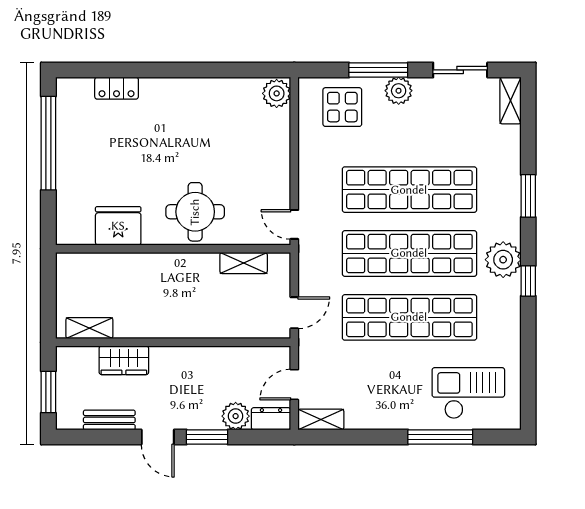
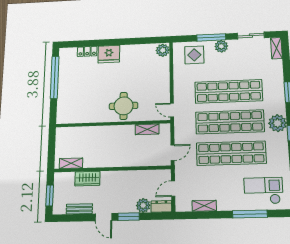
fridge: (118, 226) -> (109, 54), moved, turned 180
shelving: (321, 419) -> (204, 206), moved

